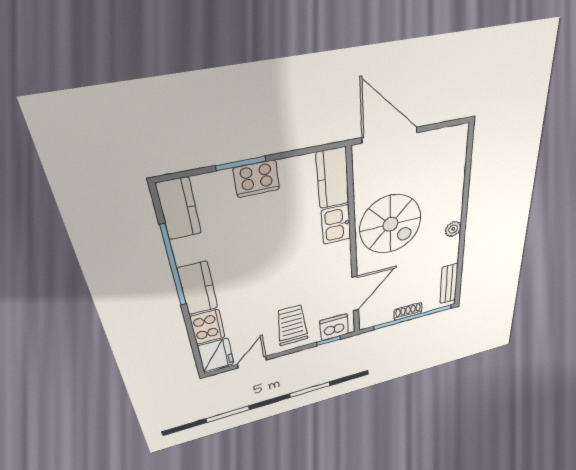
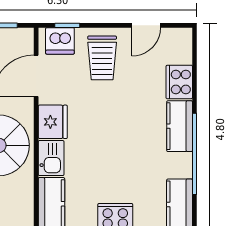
fridge: (216, 355) -> (53, 122), moved, turned 180

